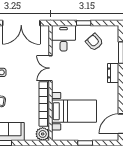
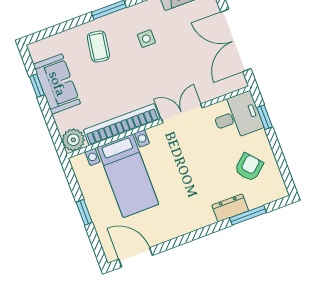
window: (84, 23) -> (265, 117), moved
dresser: (113, 73) -> (230, 208), moved

